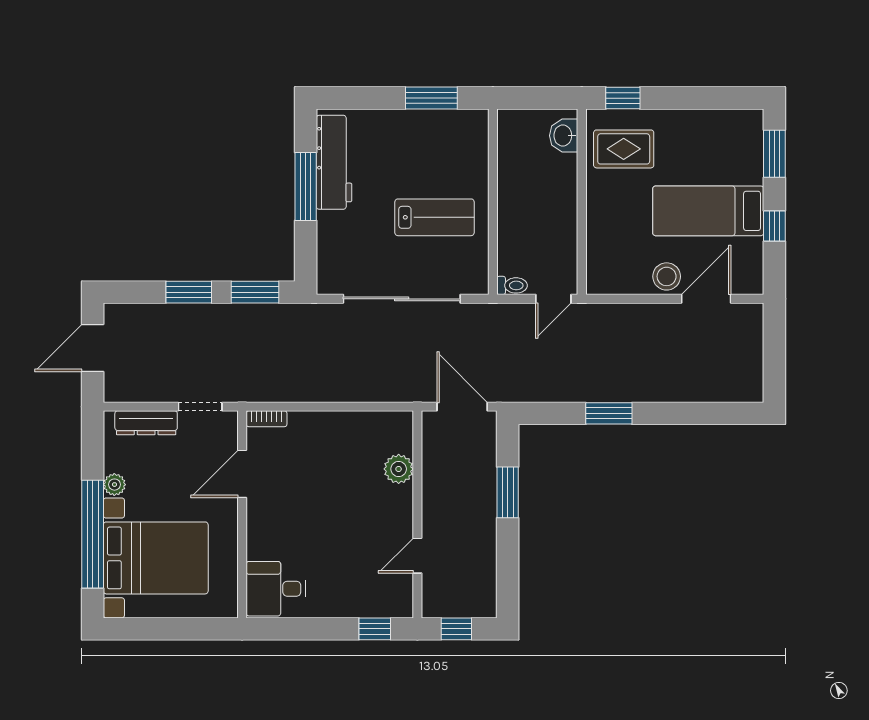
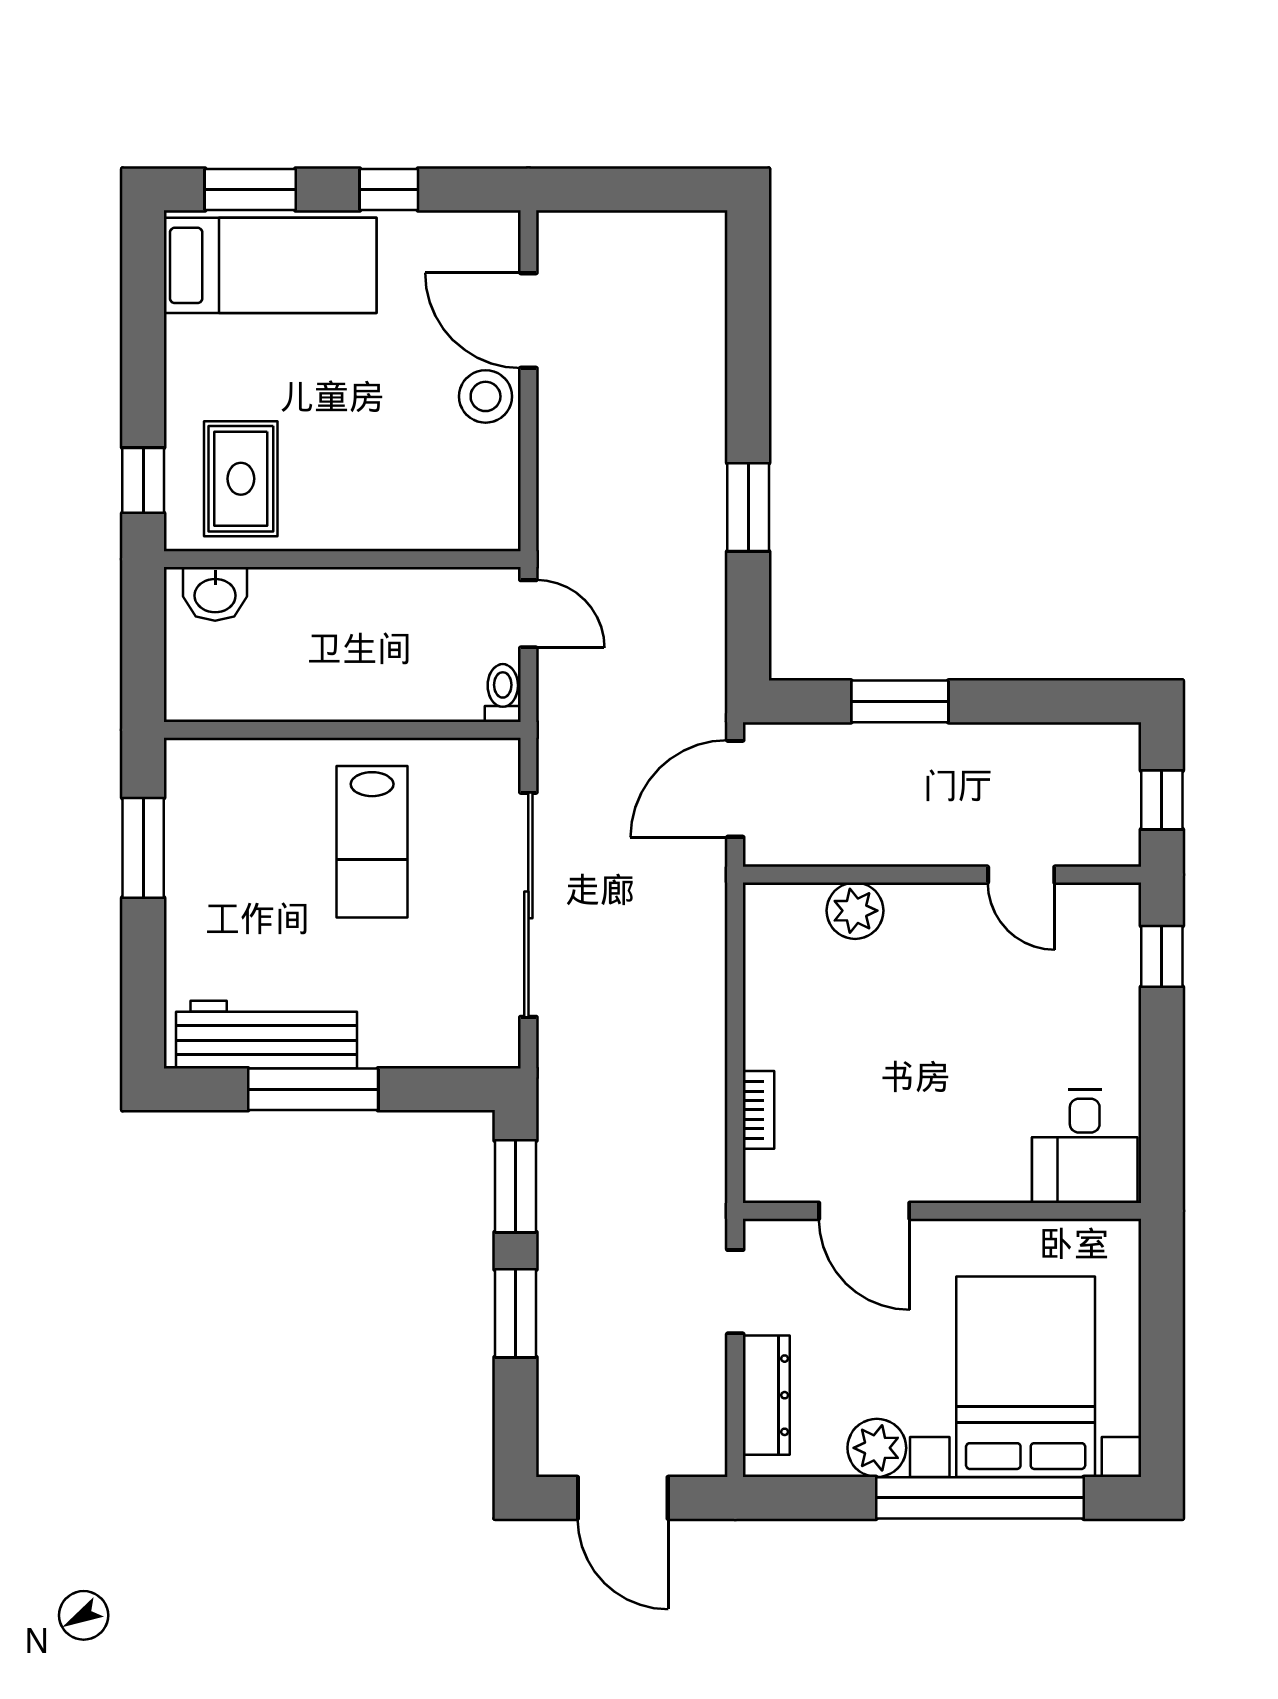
bed: (708, 211) -> (270, 265), moved, turned -90
lab bench: (435, 217) -> (372, 842), turned 180
bookcase: (267, 419) -> (759, 1110), moved
plant: (114, 485) -> (877, 1448), width x1.38, depth x1.38

